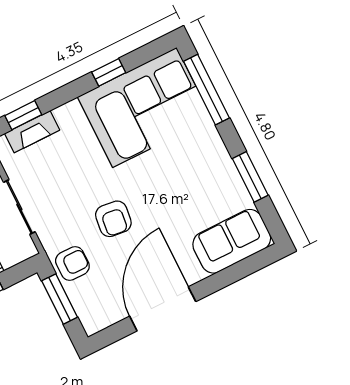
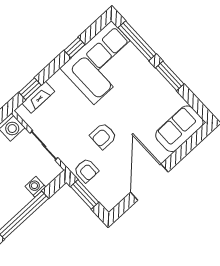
window: (250, 177) -> (170, 76), moved
armchair: (113, 219) -> (103, 136), turned 83
armchair: (72, 264) -> (86, 170), turned 90

